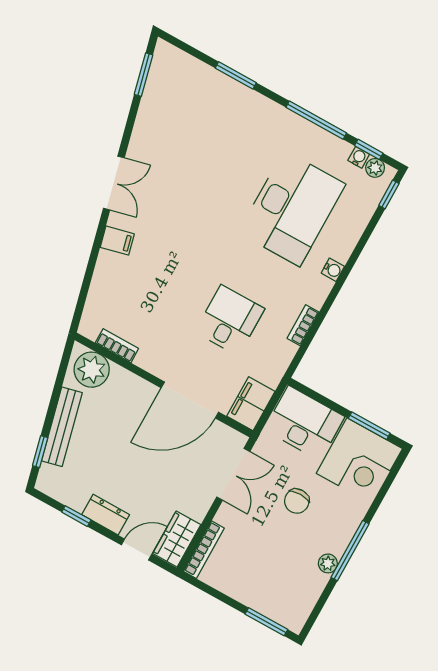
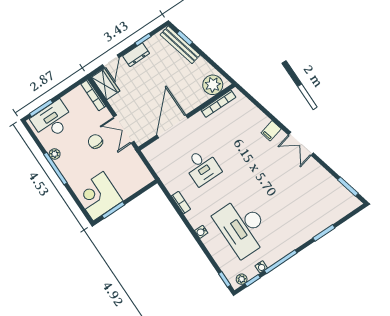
water cooler: (359, 157) -> (261, 267), moved
bookcase: (117, 346) -> (218, 104), width x1.56
filing cabinet: (251, 404) -> (155, 156), removed
desk: (304, 423) -> (52, 120), moved, turned 180
bench: (62, 427) -> (180, 45), moved
chair: (297, 501) -> (95, 141), moved

